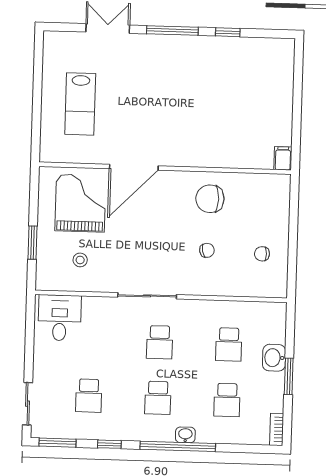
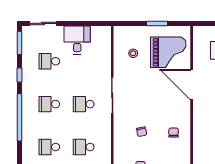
chair: (210, 199) -> (174, 133), width x0.54, depth x0.54
window: (33, 243) -> (157, 23), moved
desk: (60, 318) -> (77, 40), moved, turned -90
washbasin: (185, 435) -> (27, 122), removed

